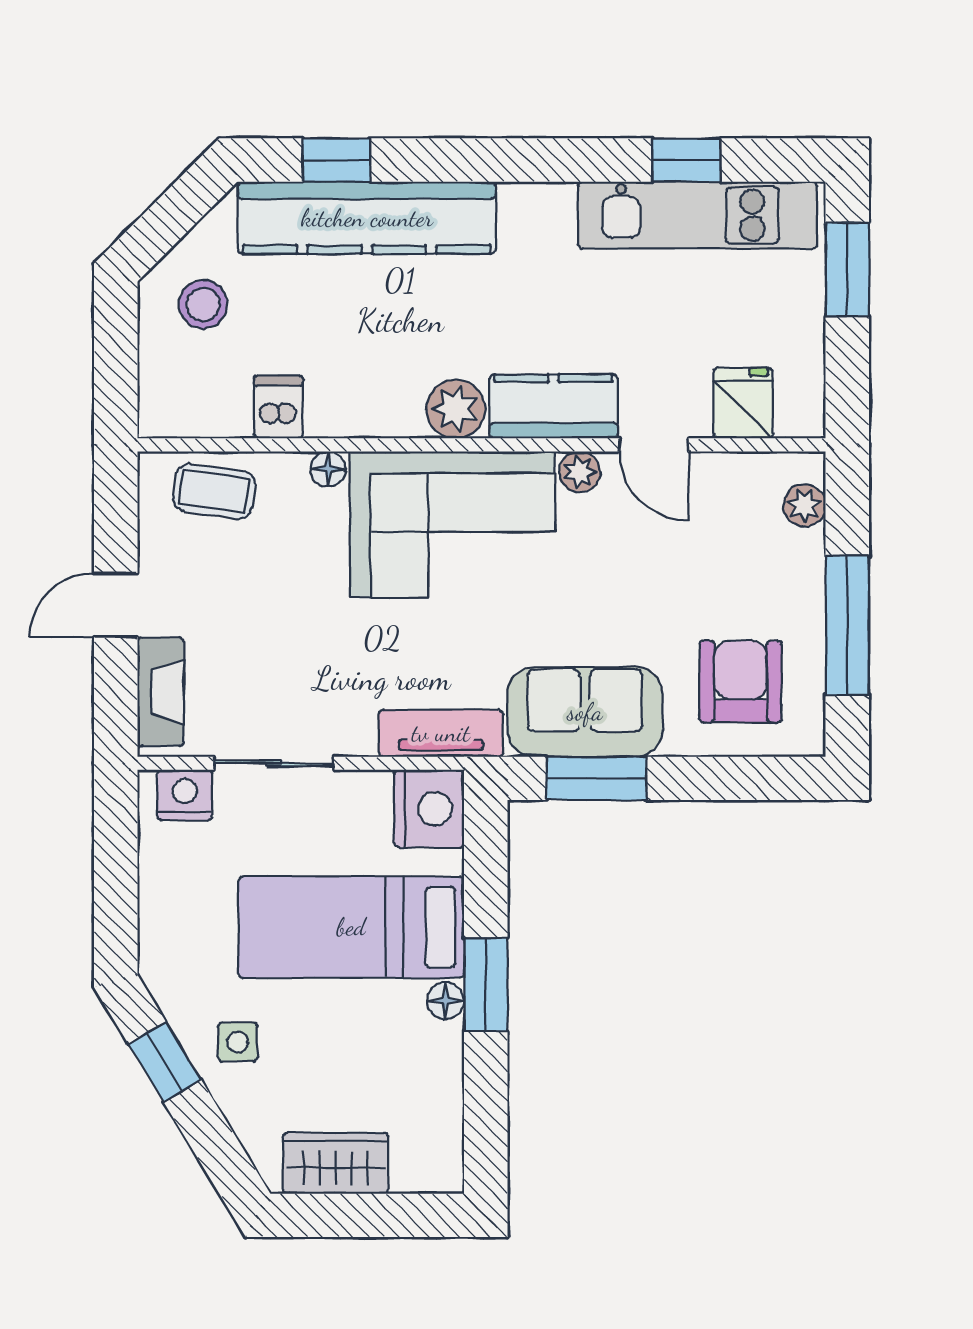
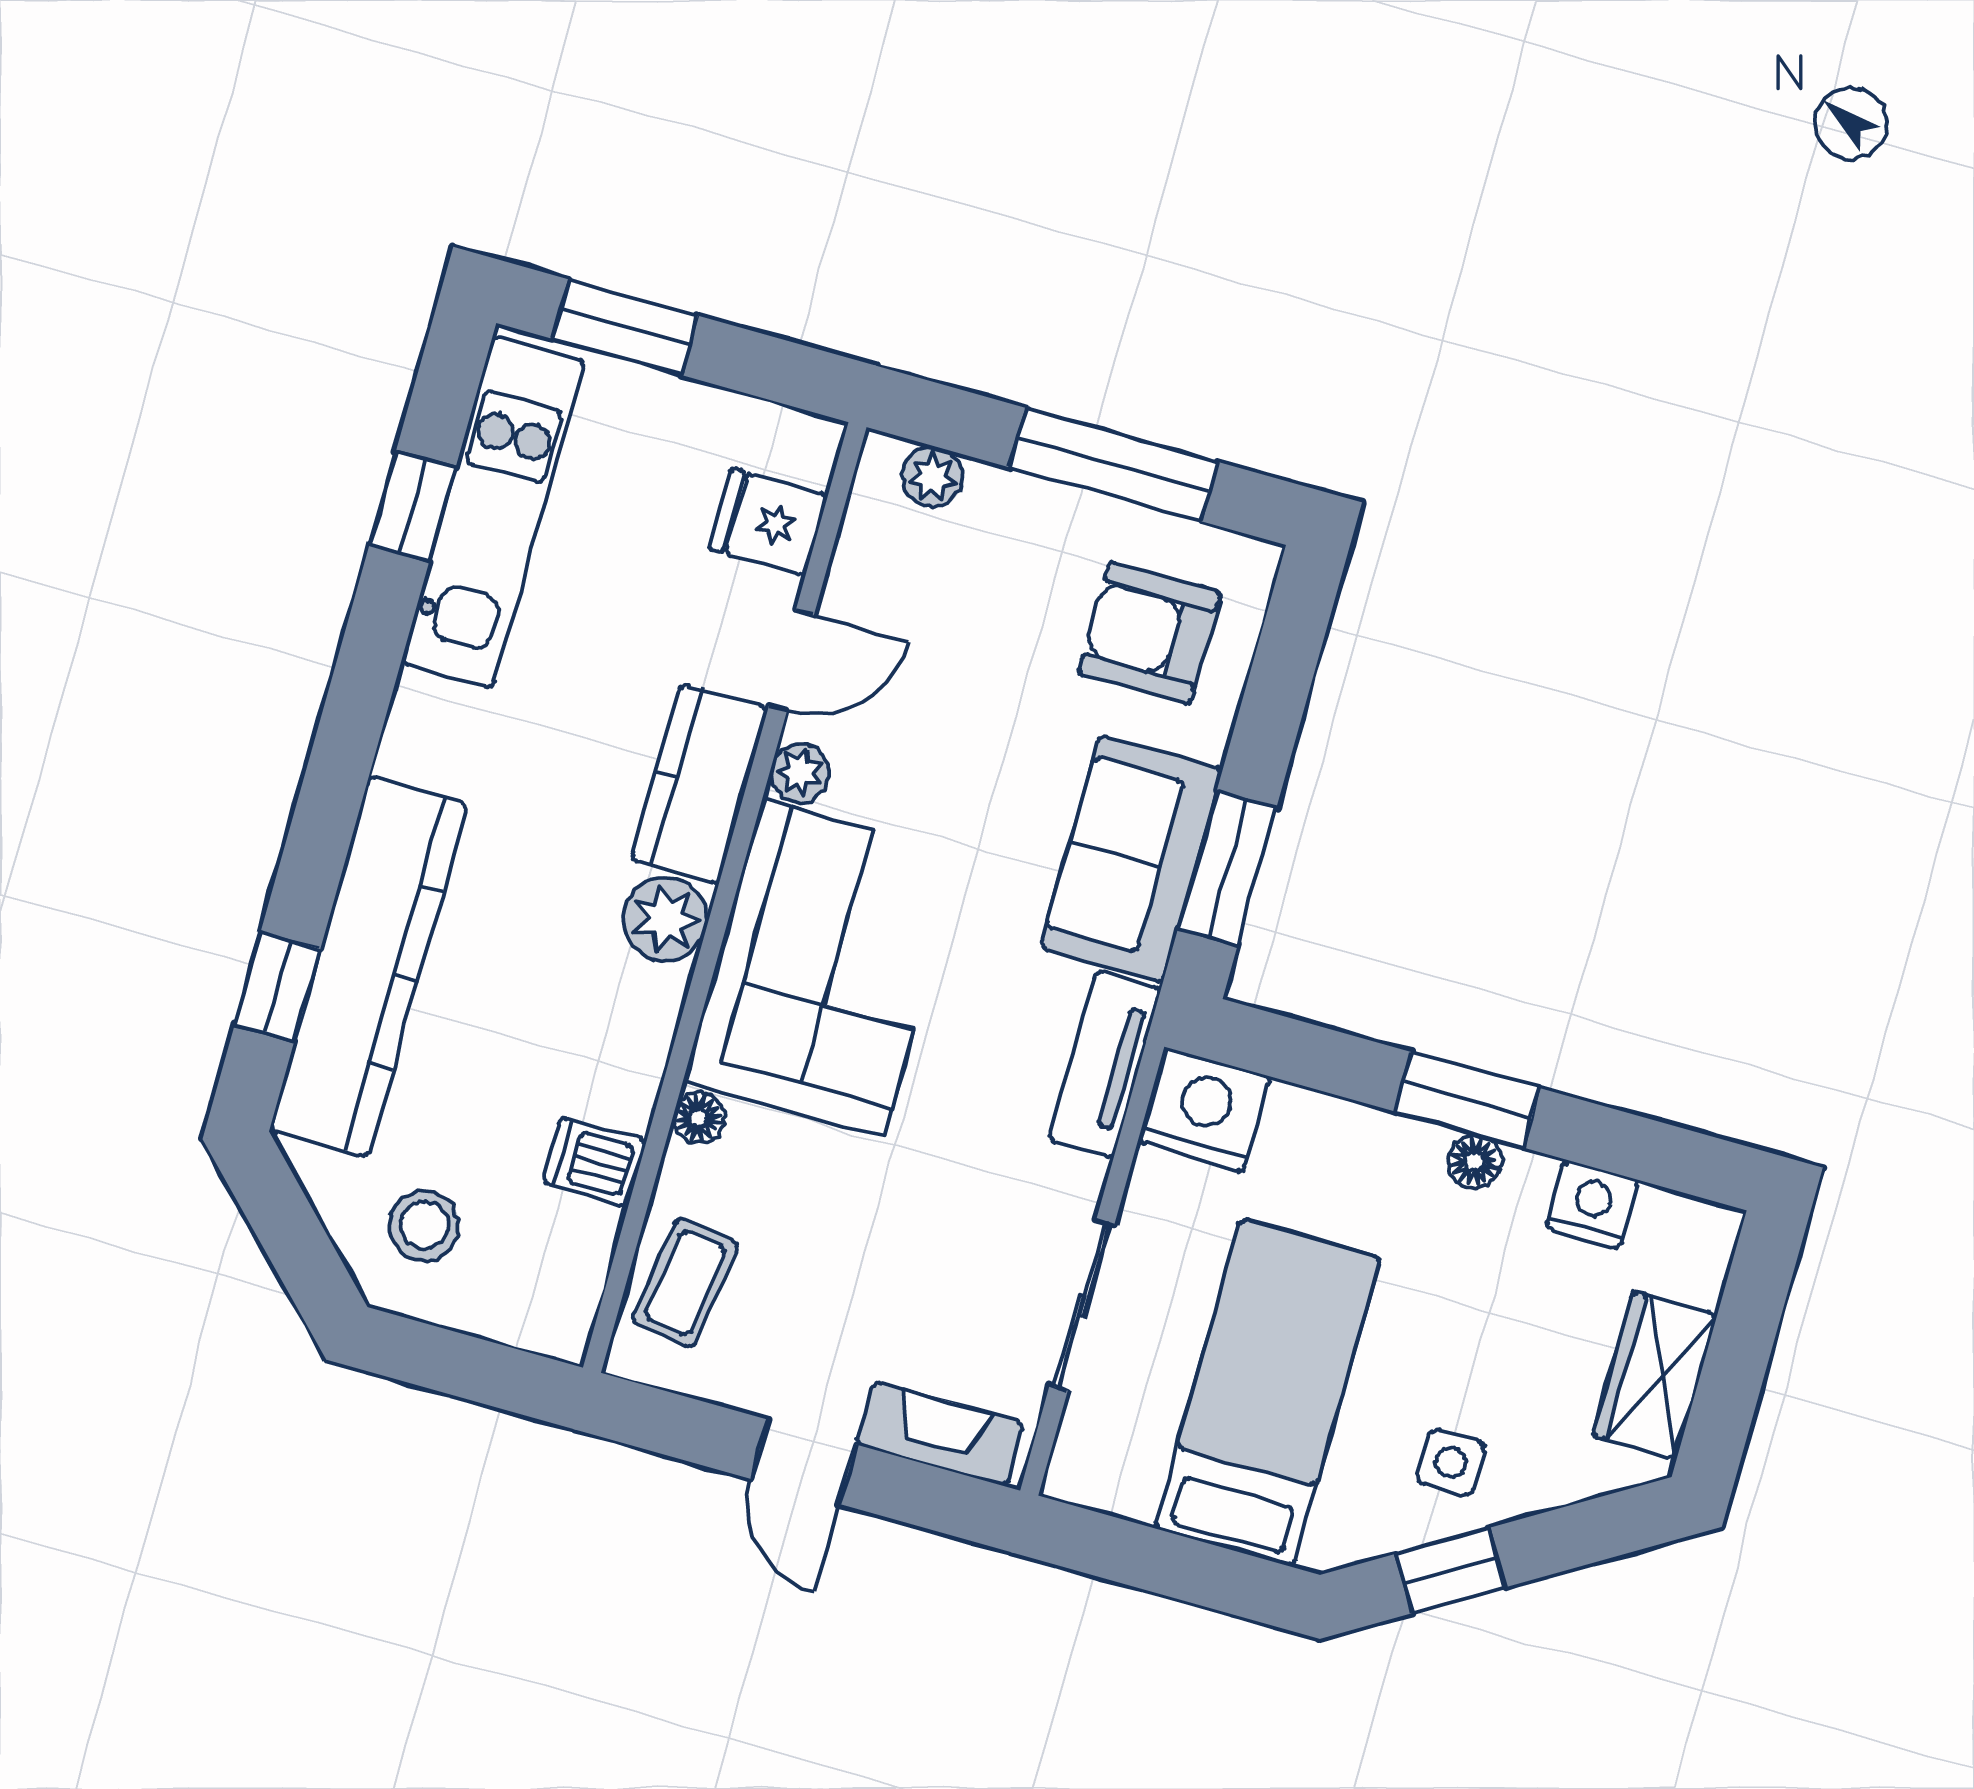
nightstand: (185, 795) -> (1592, 1204), moved, turned 90
bed: (351, 927) -> (1267, 1393), moved, turned 180

